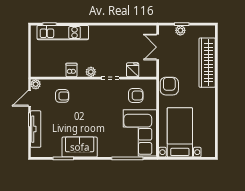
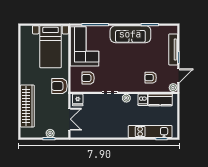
kitchen counter: (51, 70) -> (160, 100), added
fridge: (133, 70) -> (78, 100), moved
armchair: (169, 86) -> (60, 86), turned 90
sofa: (80, 147) -> (130, 34), width x1.36

